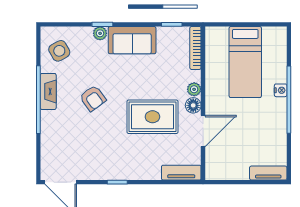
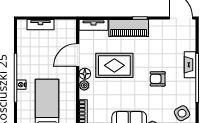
fireplace: (48, 91) -> (190, 65), moved
armchair: (93, 98) -> (158, 79), turned -54
piano: (133, 168) -> (129, 28), added
tv unit: (268, 173) -> (41, 25), moved

